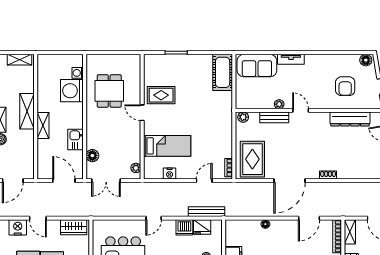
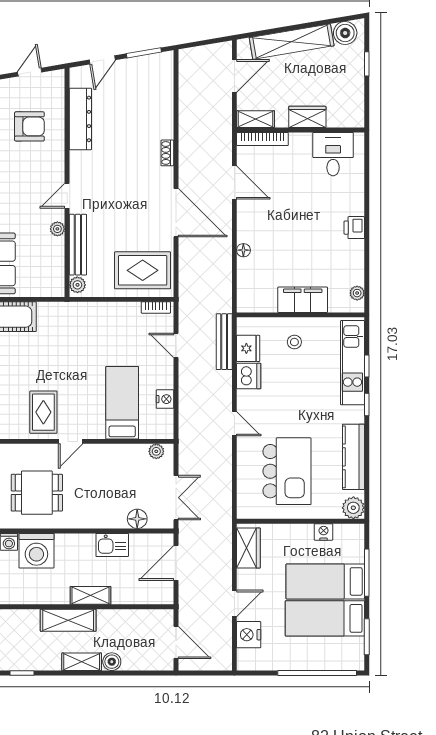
bench: (274, 117) -> (78, 245), width x1.36

